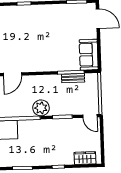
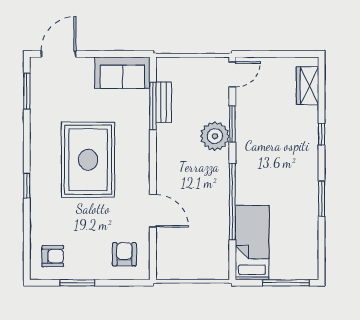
rug: (40, 37) -> (88, 160), added
plant: (41, 108) -> (215, 136), moved

